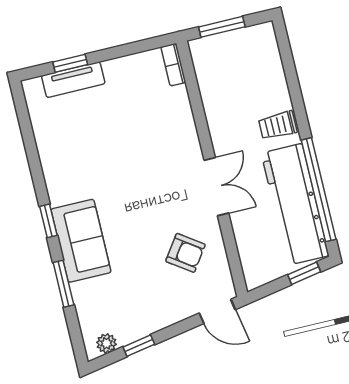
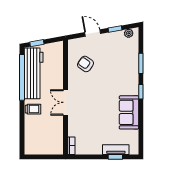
window: (222, 27) -> (47, 157), removed
double door: (216, 187) -> (65, 102), moved
sofa: (81, 241) -> (129, 112), moved
door: (217, 311) -> (93, 33), moved

